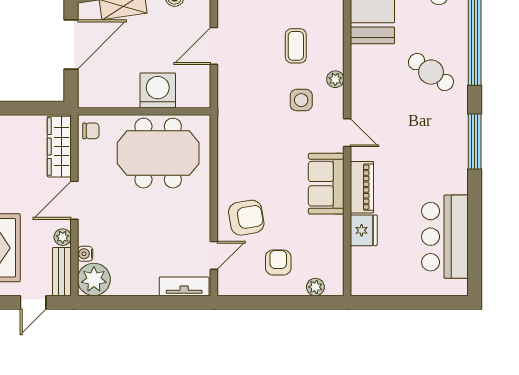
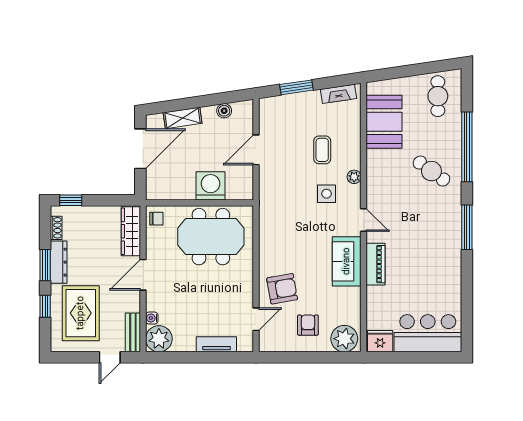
fridge: (364, 230) -> (380, 341), moved, turned -90
plant: (63, 237) -> (134, 305), removed
bar counter: (445, 237) -> (428, 333), moved, turned 90
tv unit: (184, 286) -> (216, 344), moved
plant: (315, 287) -> (344, 339), width x1.88, depth x1.88

